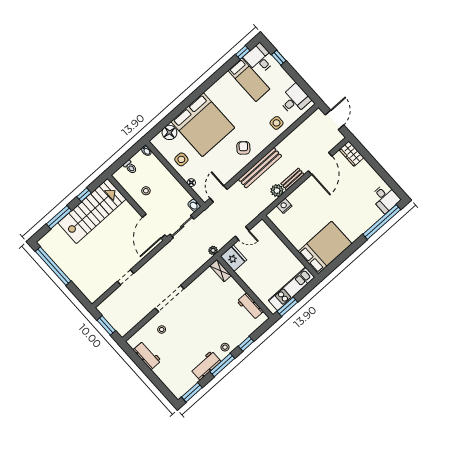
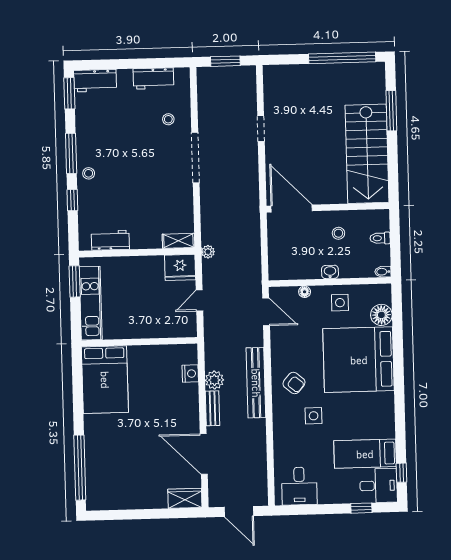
side table: (277, 123) -> (314, 416), moved
window: (84, 195) -> (393, 160), removed
desk: (385, 198) -> (103, 494), removed
washbasin: (194, 205) -> (330, 272), moved
sliding door: (182, 227) -> (264, 240), removed
workbench: (206, 365) -> (95, 81), moved, turned 90

